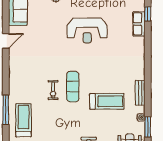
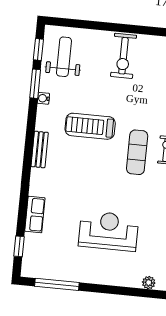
row of seats: (139, 24) -> (35, 215), moved
bench: (140, 93) -> (40, 150), moved

